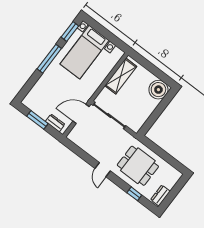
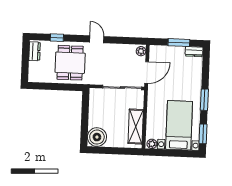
plant: (117, 53) -> (152, 144), added
window: (49, 59) -> (204, 100), width x0.69
dresser: (55, 123) -> (194, 52), moved
plant: (73, 135) -> (141, 51), added
dining table: (138, 166) -> (70, 63), turned 90

